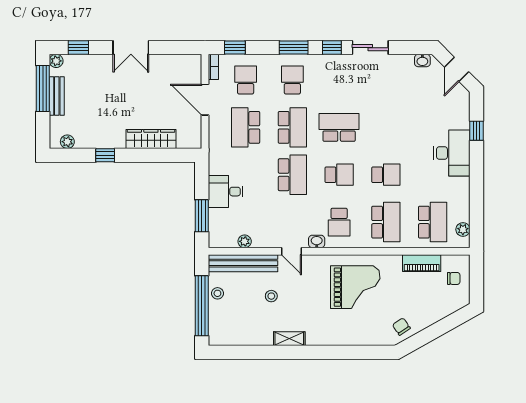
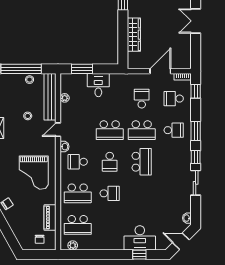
school desk: (246, 80) -> (174, 99), turned 180
school desk: (246, 127) -> (142, 99), width x0.54
desk: (452, 153) -> (140, 238), moved
school desk: (386, 175) -> (110, 193), turned -90

